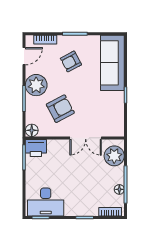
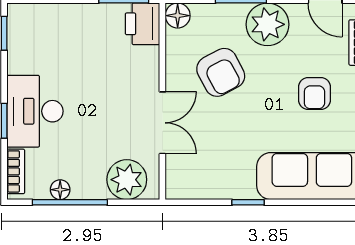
armchair: (71, 61) -> (314, 93), turned -152
double door: (86, 138) -> (162, 123), swing flipped
desk: (46, 202) -> (35, 111), moved

